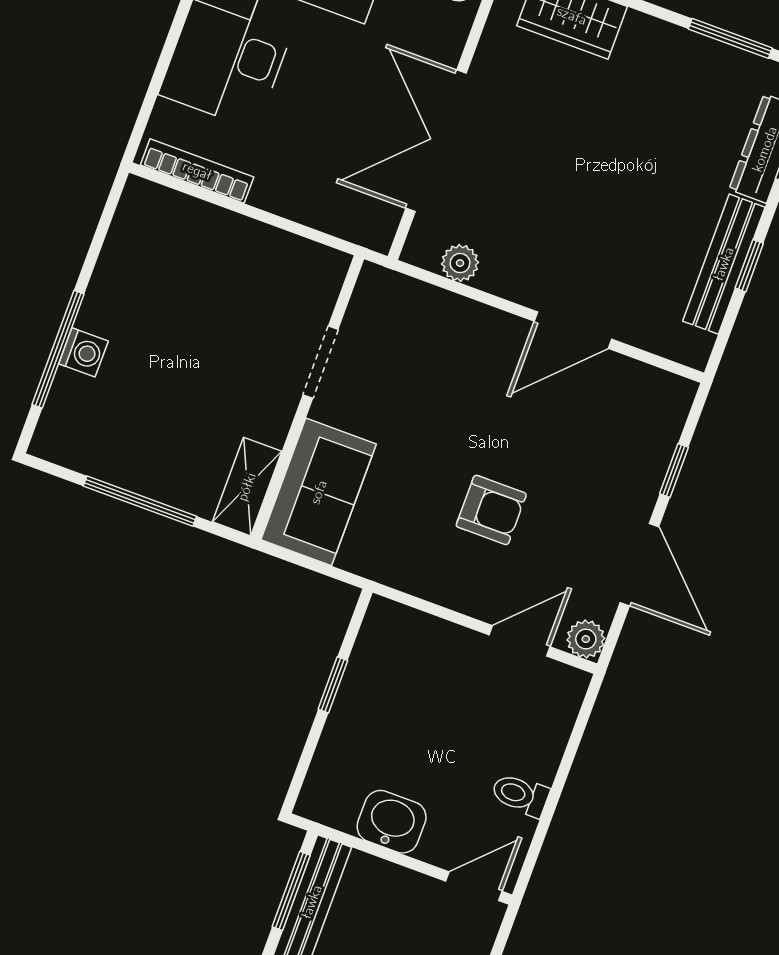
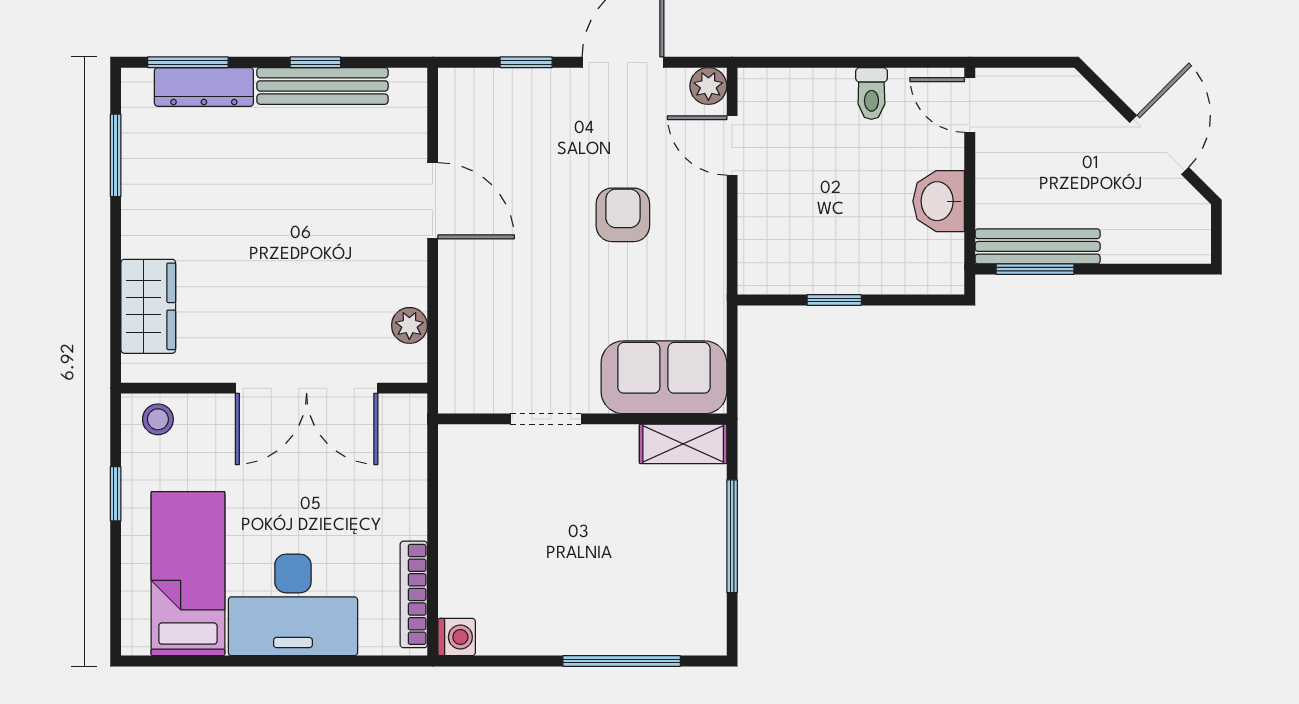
washing machine: (83, 352) -> (457, 637), moved, turned 90

